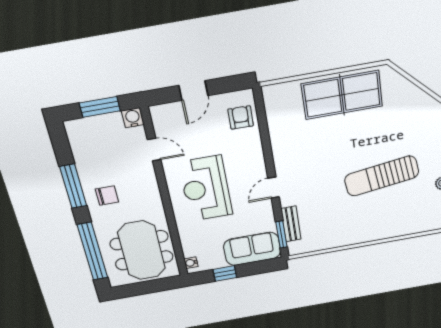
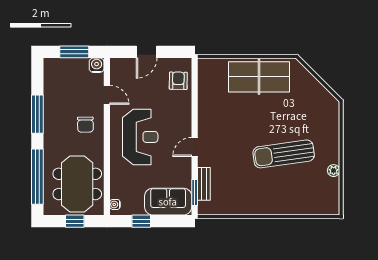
reception desk: (206, 189) -> (140, 137), turned 180
chair: (107, 196) -> (85, 125), moved, turned 89
window: (148, 287) -> (75, 221), added

